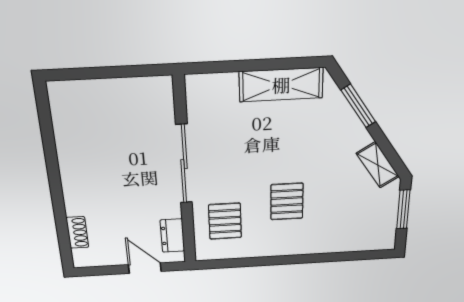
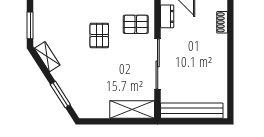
shelving: (281, 85) -> (132, 109), moved
bench: (115, 91) -> (192, 111), added
pallet: (225, 221) -> (136, 24), turned 90

